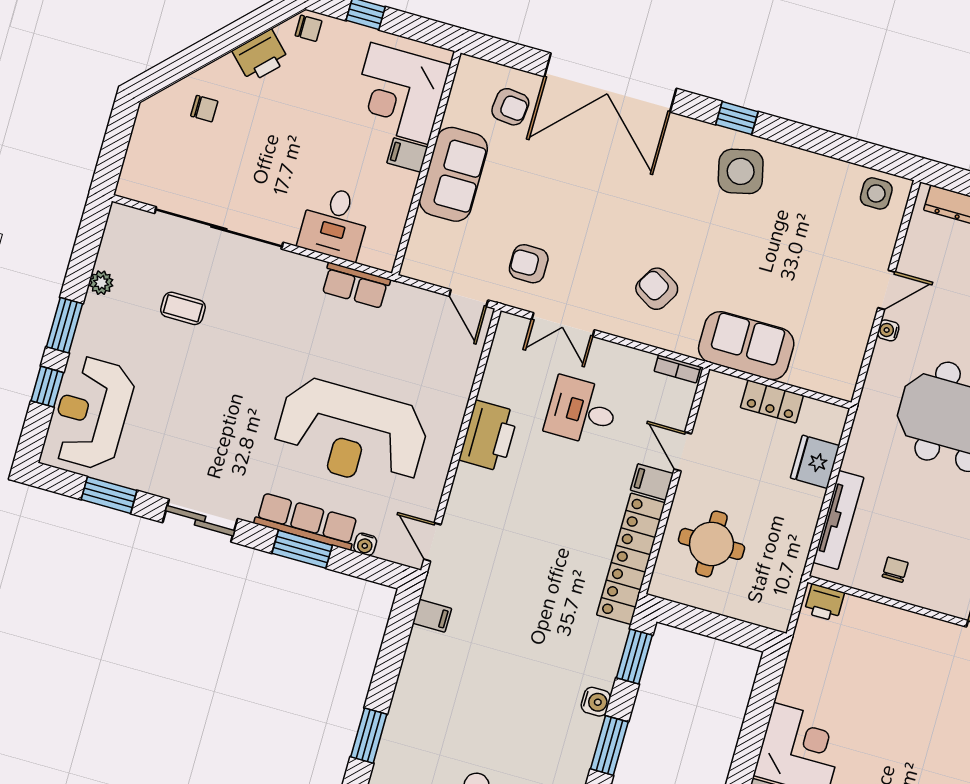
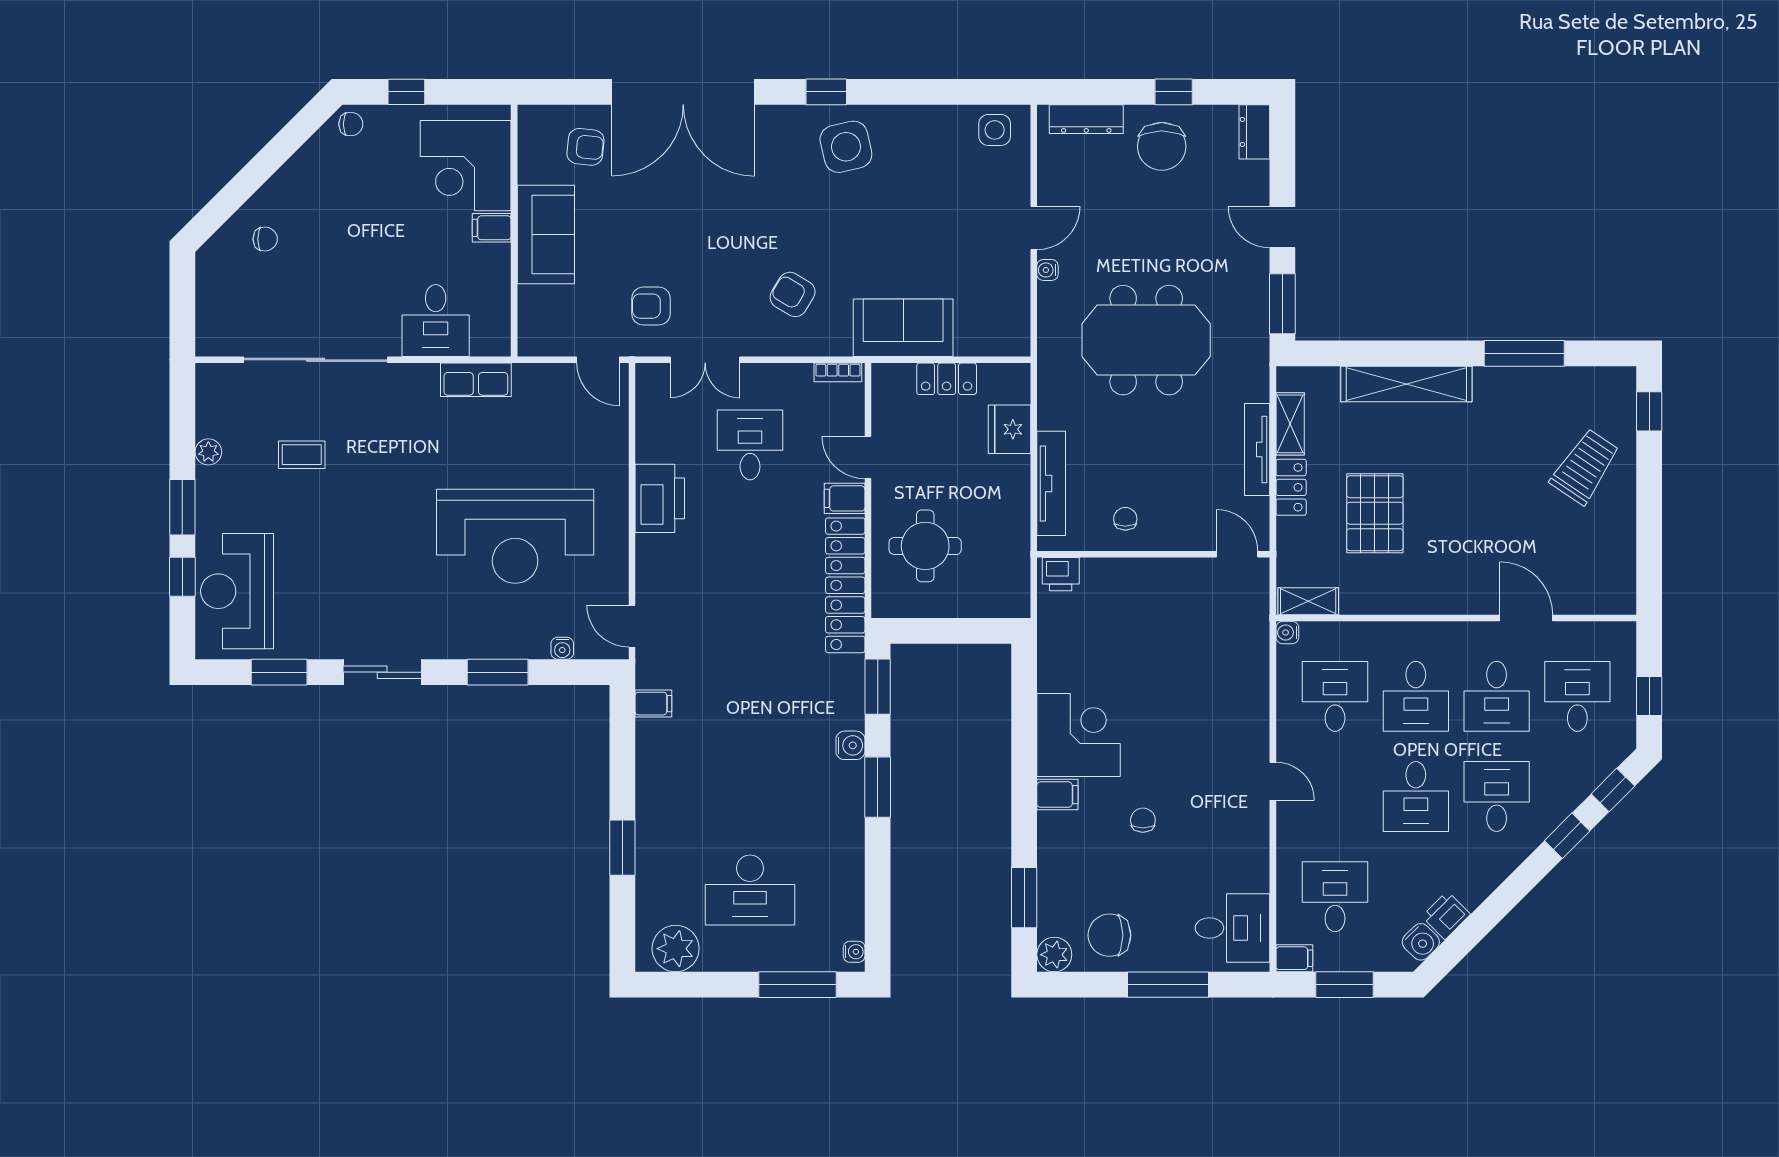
printer: (261, 56) -> (309, 167), removed
desk: (582, 411) -> (750, 445), turned 90
row of seats: (306, 521) -> (494, 642), removed

